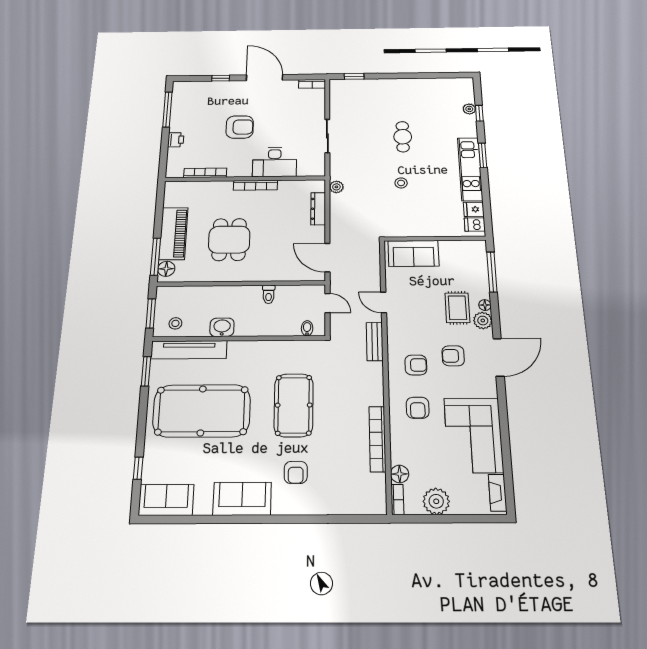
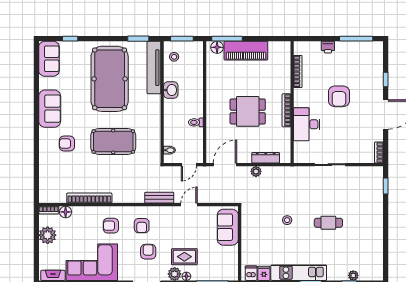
plant: (336, 187) -> (256, 171), moved
dining table: (229, 240) -> (248, 111), moved

